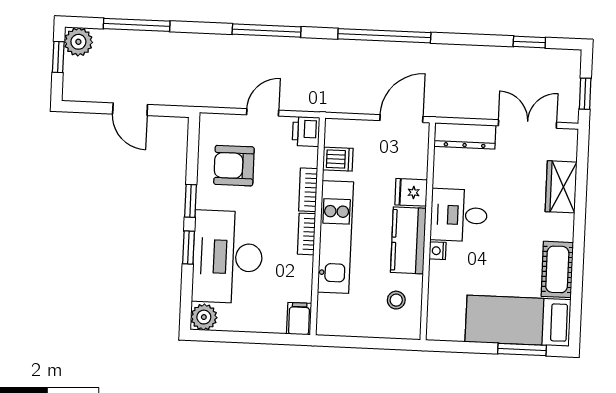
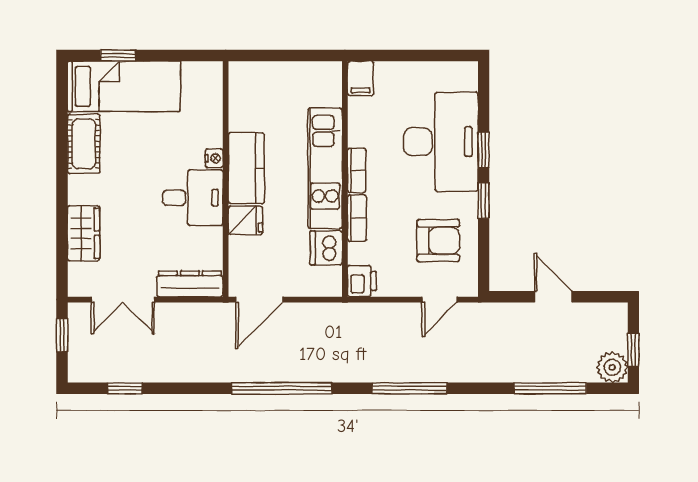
door: (263, 112) -> (440, 300), moved
dishwasher: (338, 159) -> (326, 248), width x1.38
stool: (396, 300) -> (256, 103), removed
plant: (204, 317) -> (464, 76), removed
window: (522, 349) -> (118, 56), width x0.67

